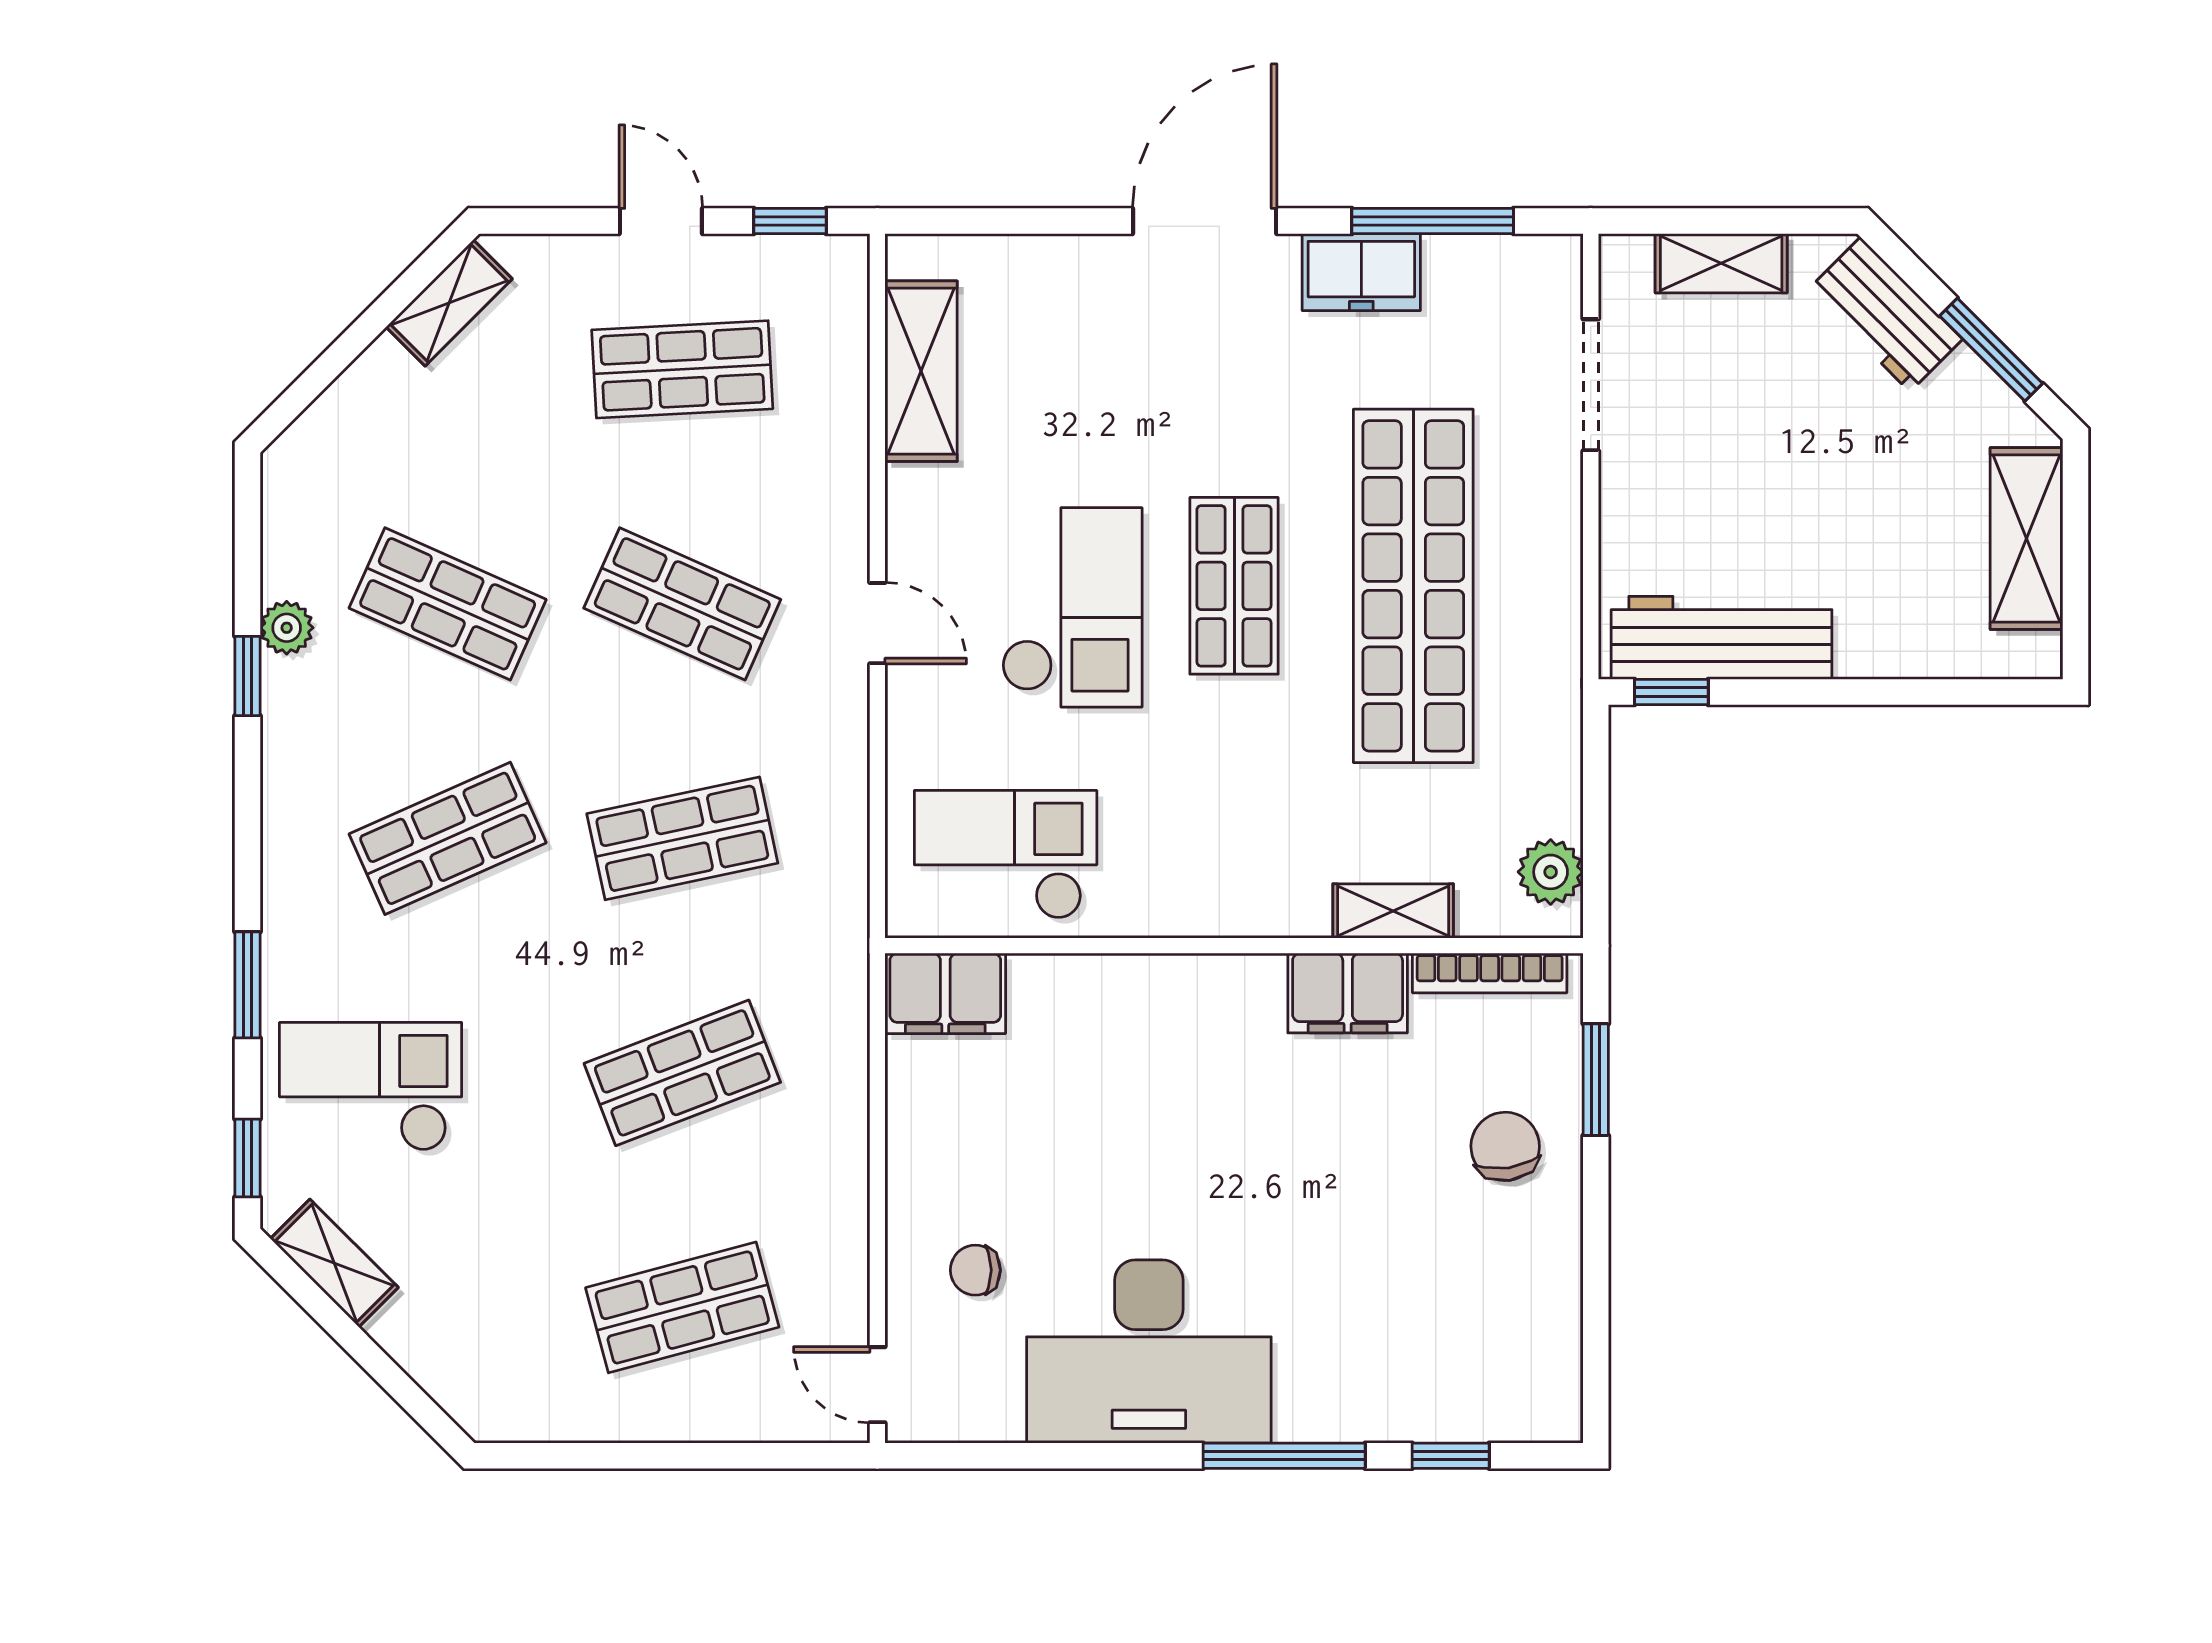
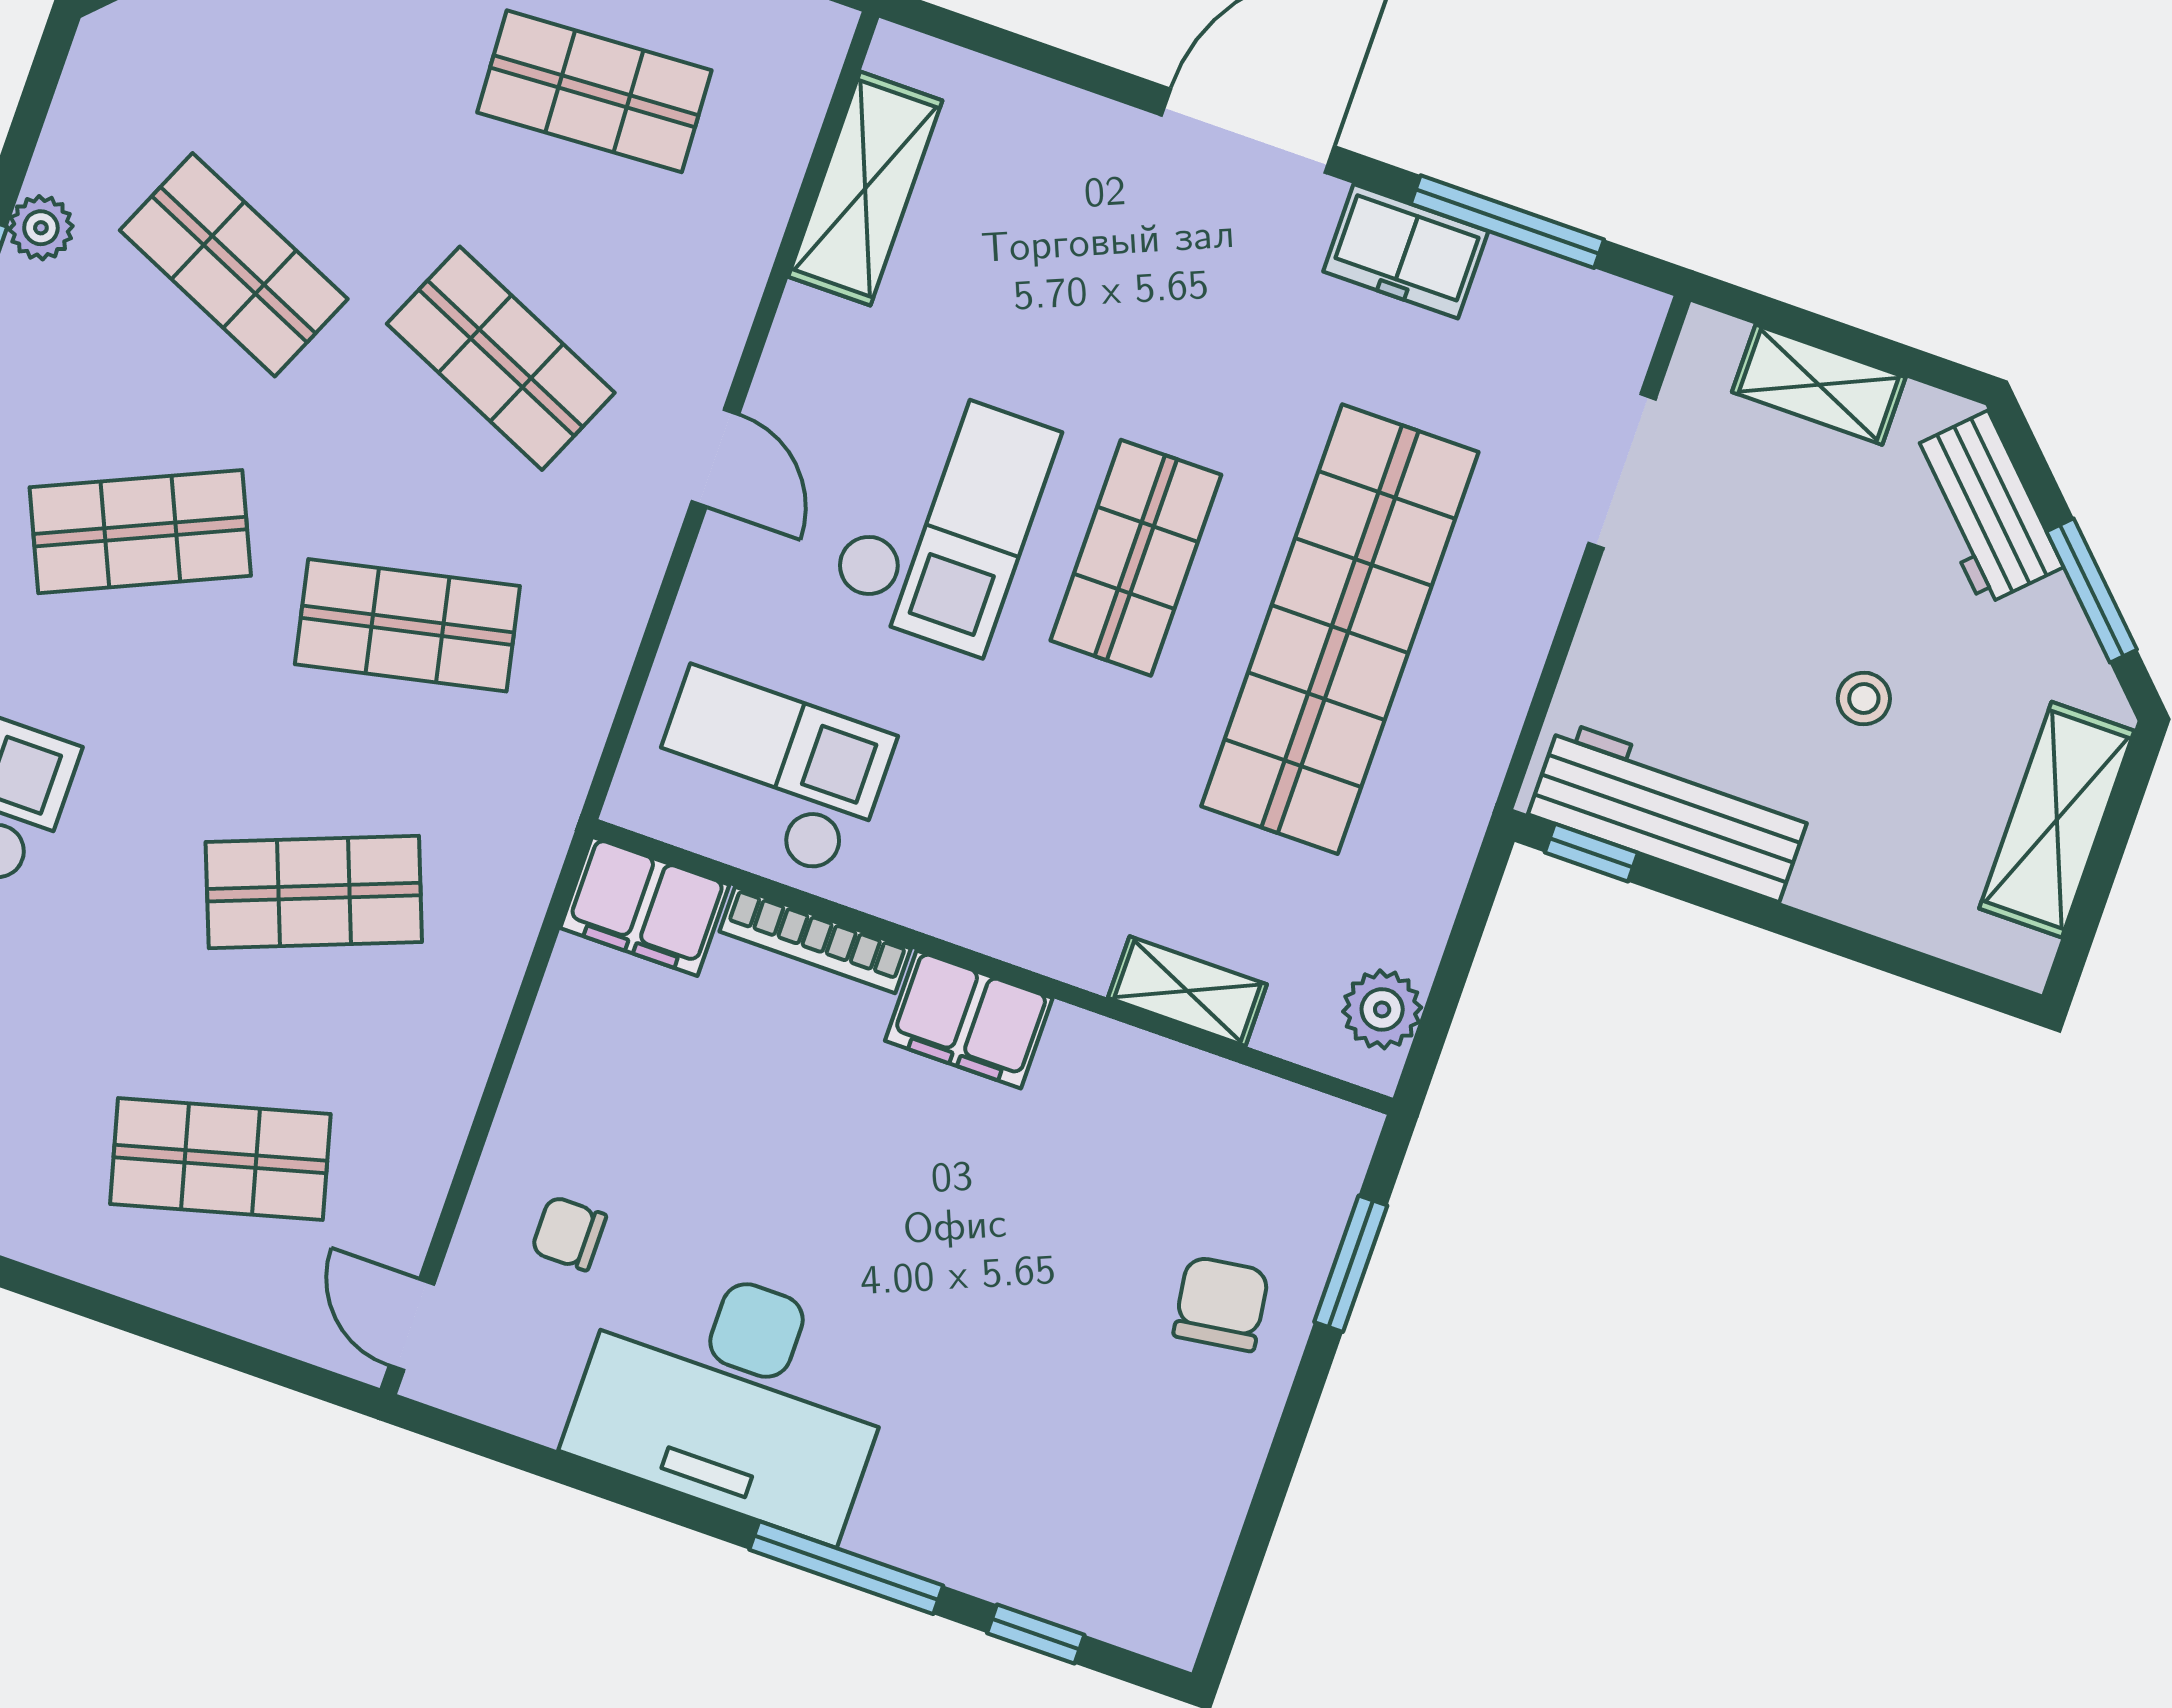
stool: (1842, 497) -> (1864, 699), added
bookcase: (1490, 973) -> (815, 940), moved
filing cabinet: (1348, 993) -> (969, 1019), moved

